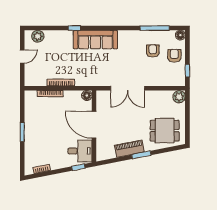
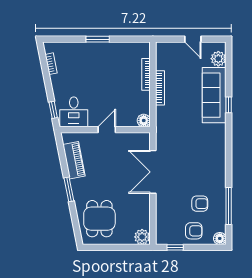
sofa: (95, 40) -> (214, 95), moved
door: (94, 125) -> (107, 130), width x0.53
piano: (129, 149) -> (74, 160), moved

